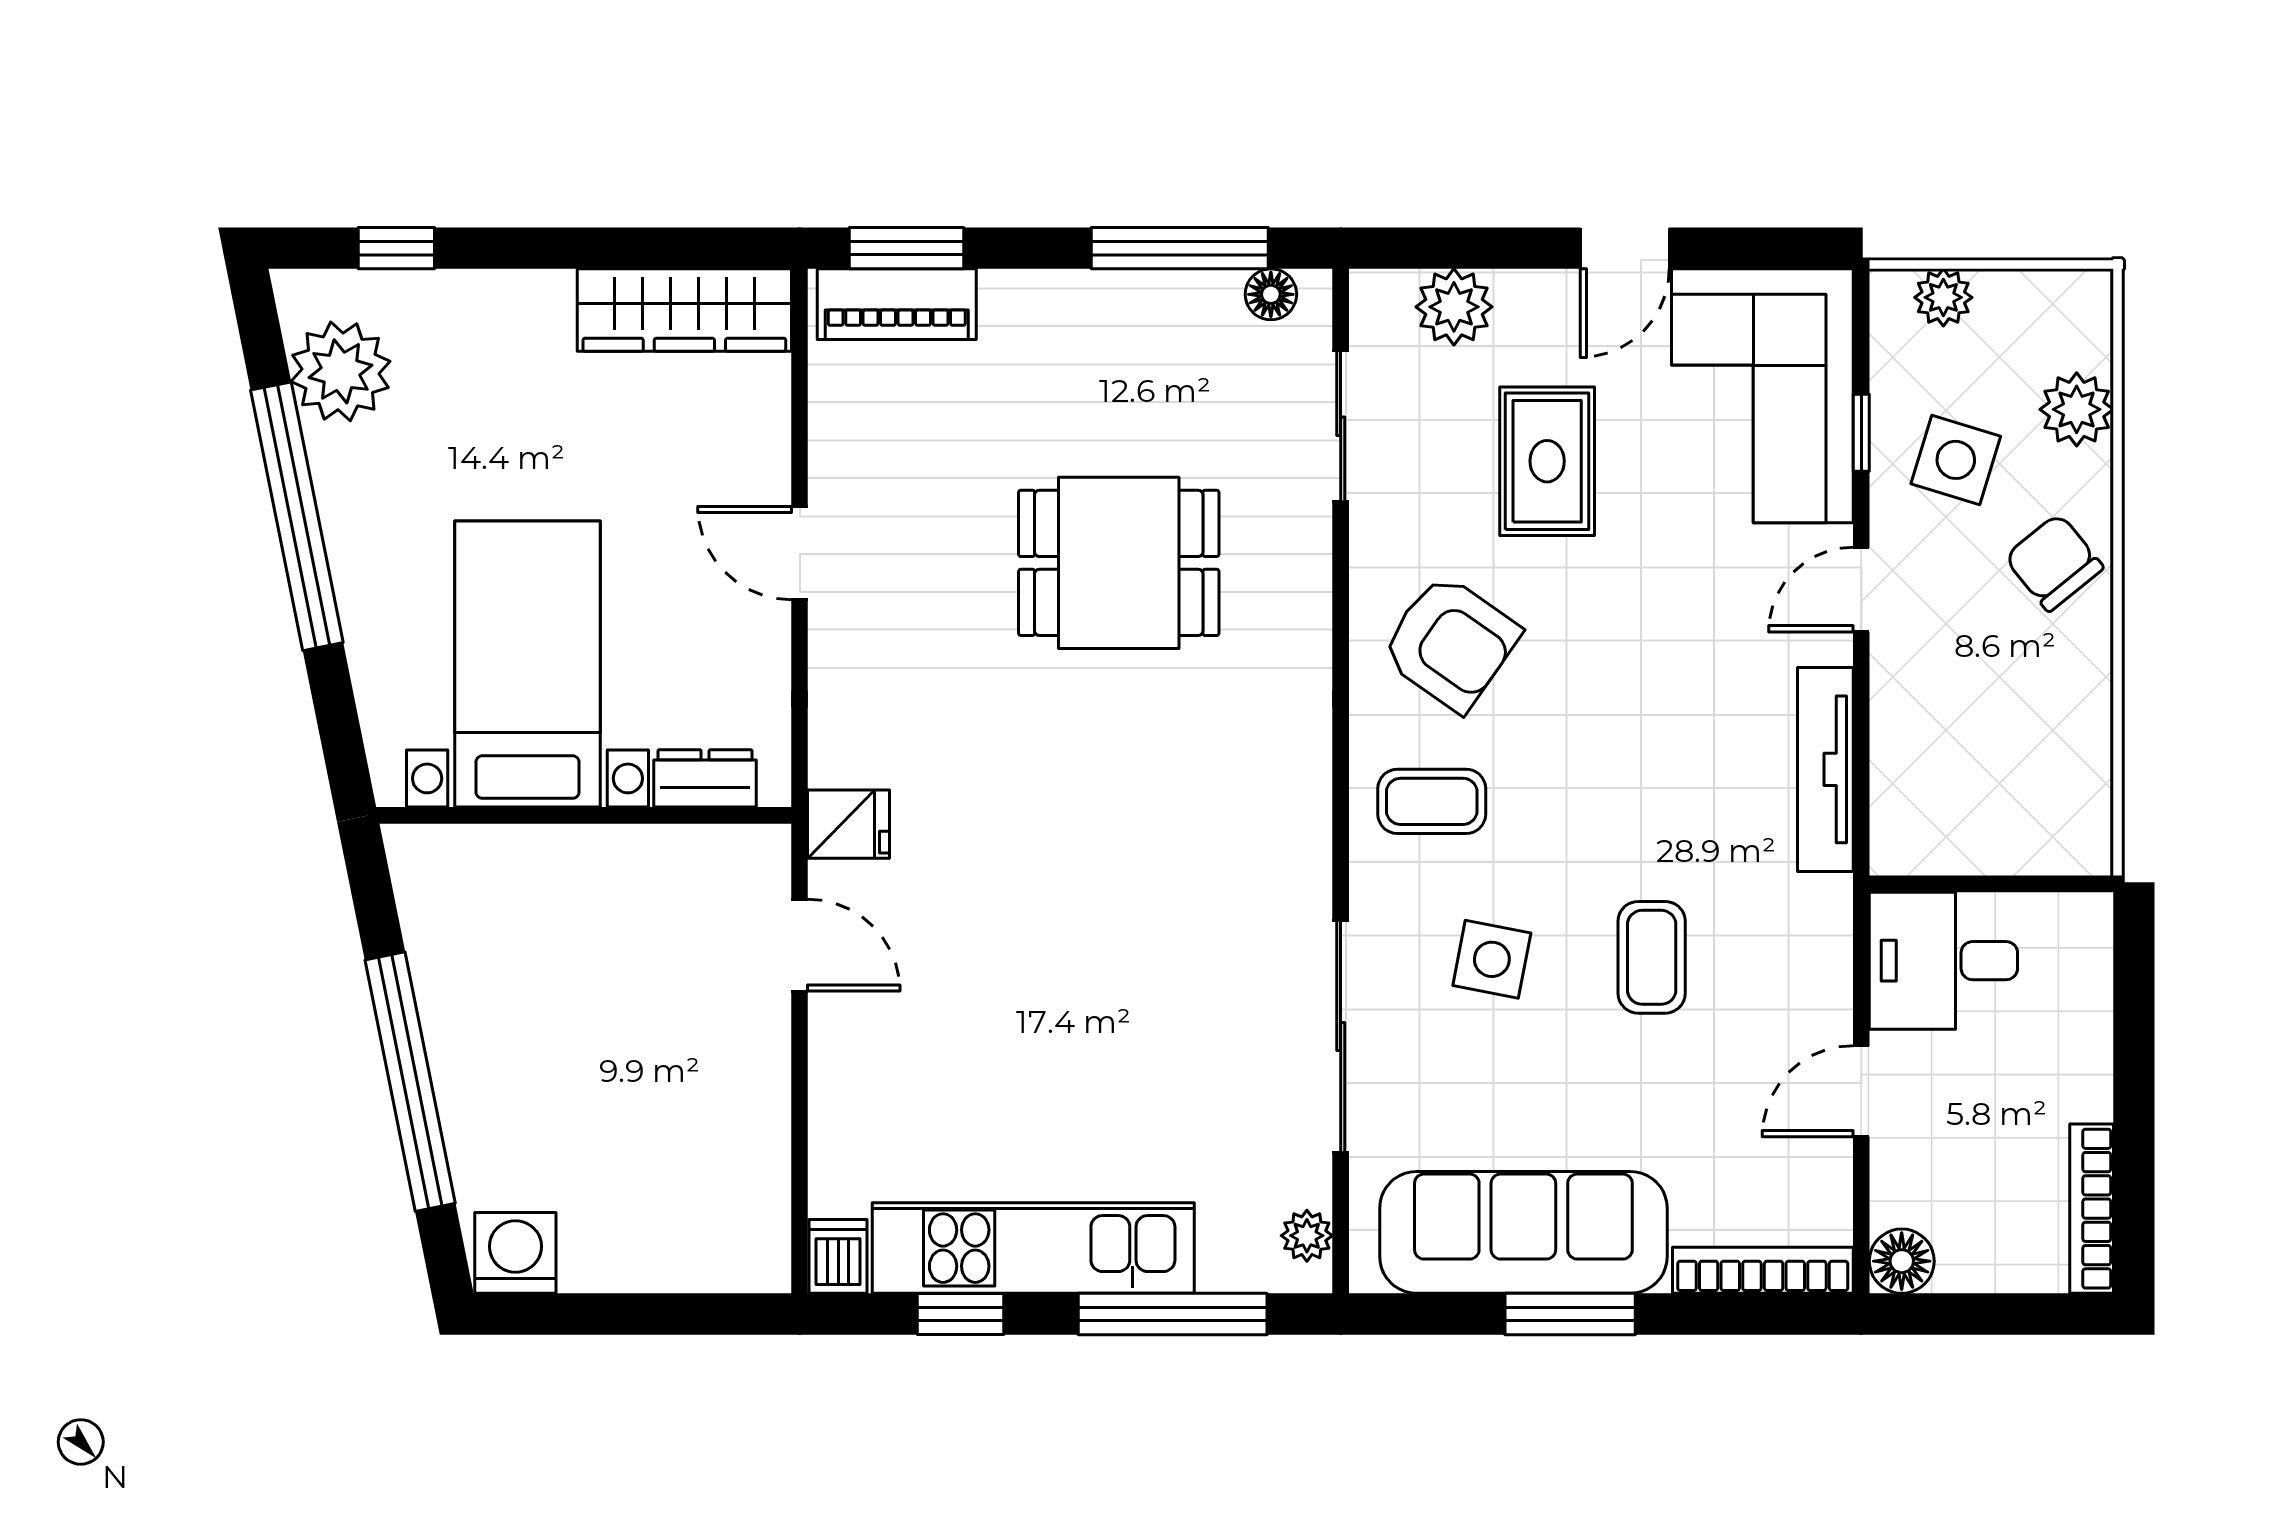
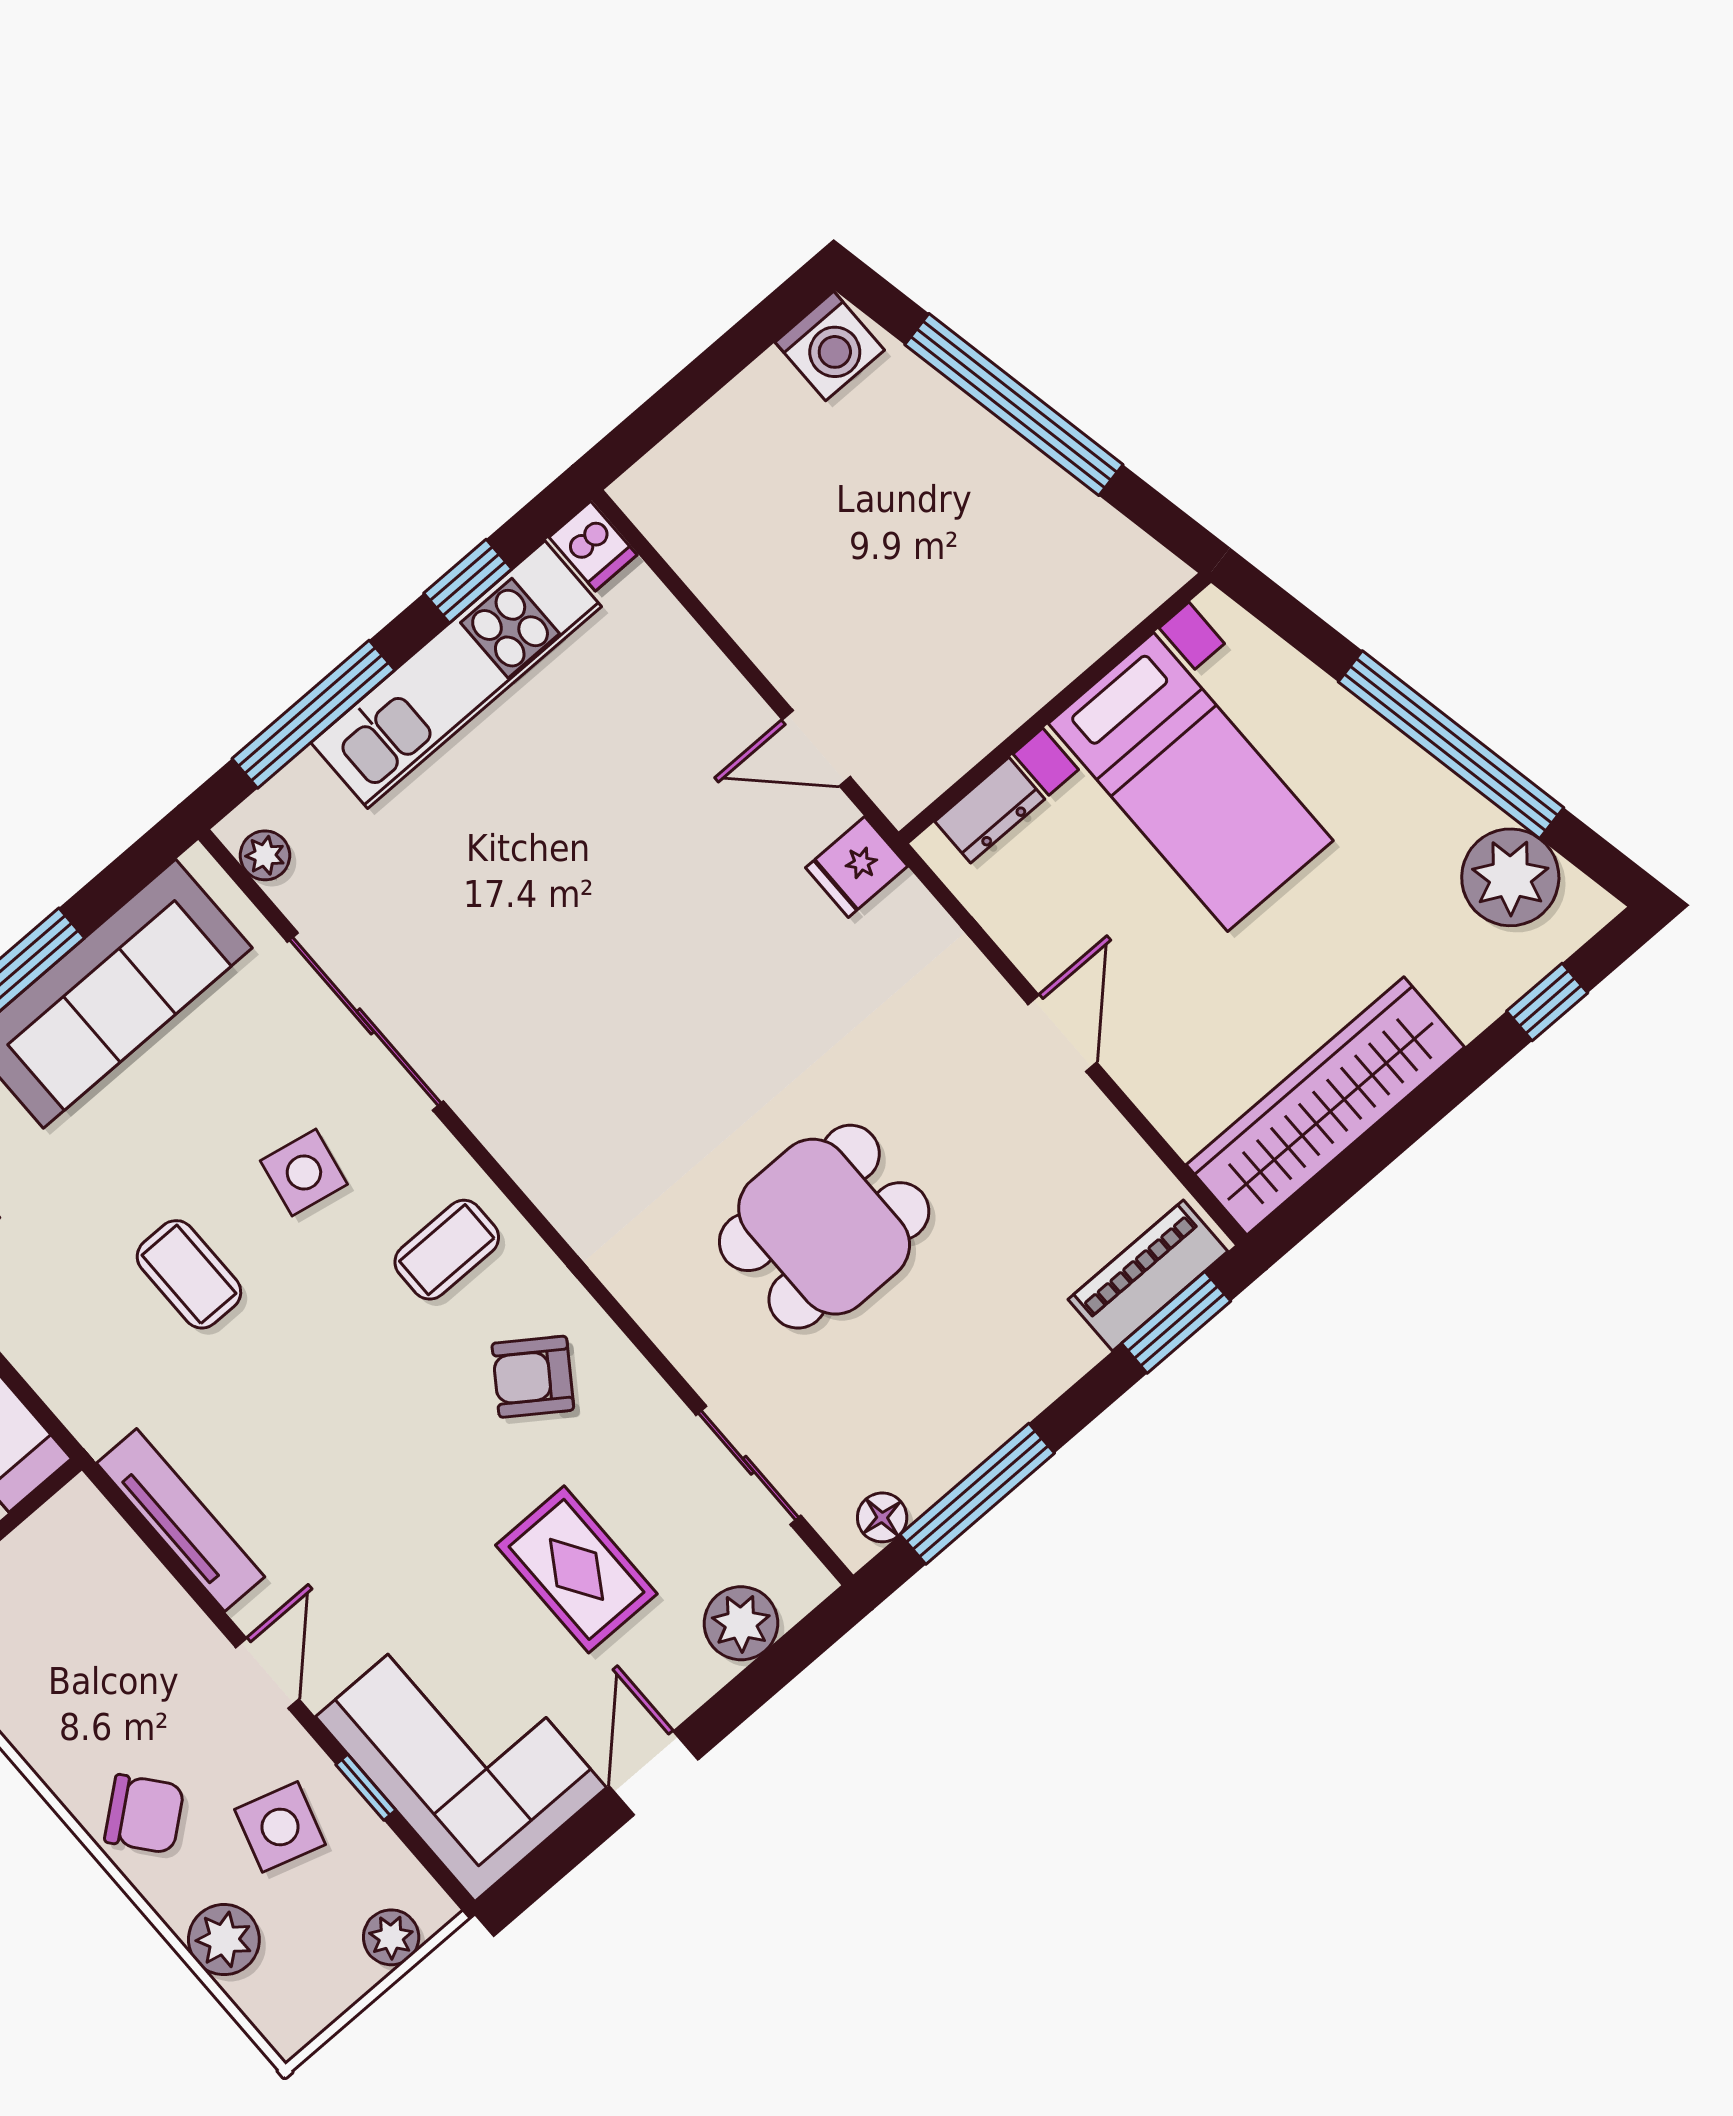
wardrobe: (684, 310) -> (1325, 1106), width x1.40, depth x1.17
door: (800, 553) -> (1062, 1033), hinge flipped
armchair: (1450, 643) -> (533, 1377), width x0.72, depth x0.72

